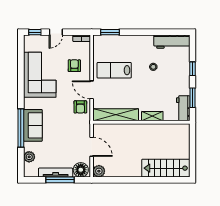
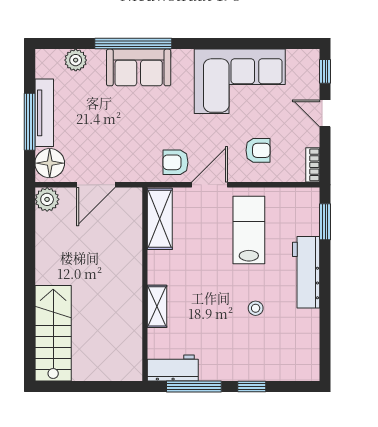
workbench: (172, 42) -> (306, 272), moved
window: (192, 98) -> (194, 387), width x1.44
shelving: (116, 115) -> (160, 219), width x0.68

